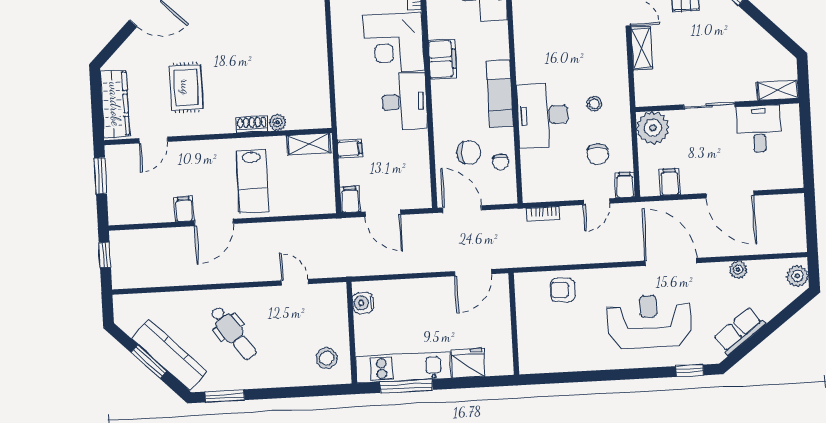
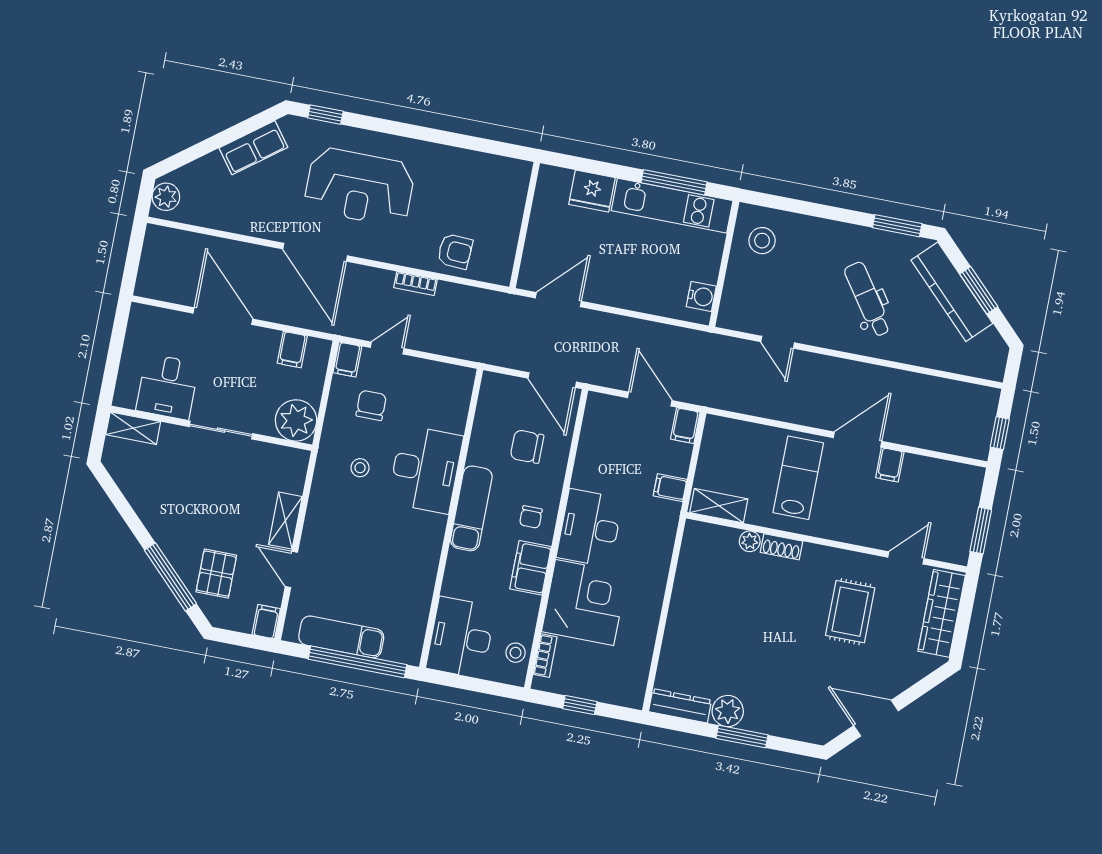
chair: (500, 162) -> (531, 517), moved, turned 180
bookcase: (543, 214) -> (415, 284), moved, turned 180
plant: (738, 270) -> (236, 222), removed

